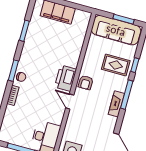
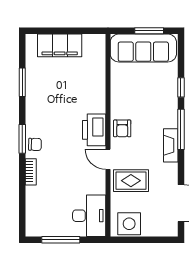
rug: (116, 65) -> (131, 181), moved

